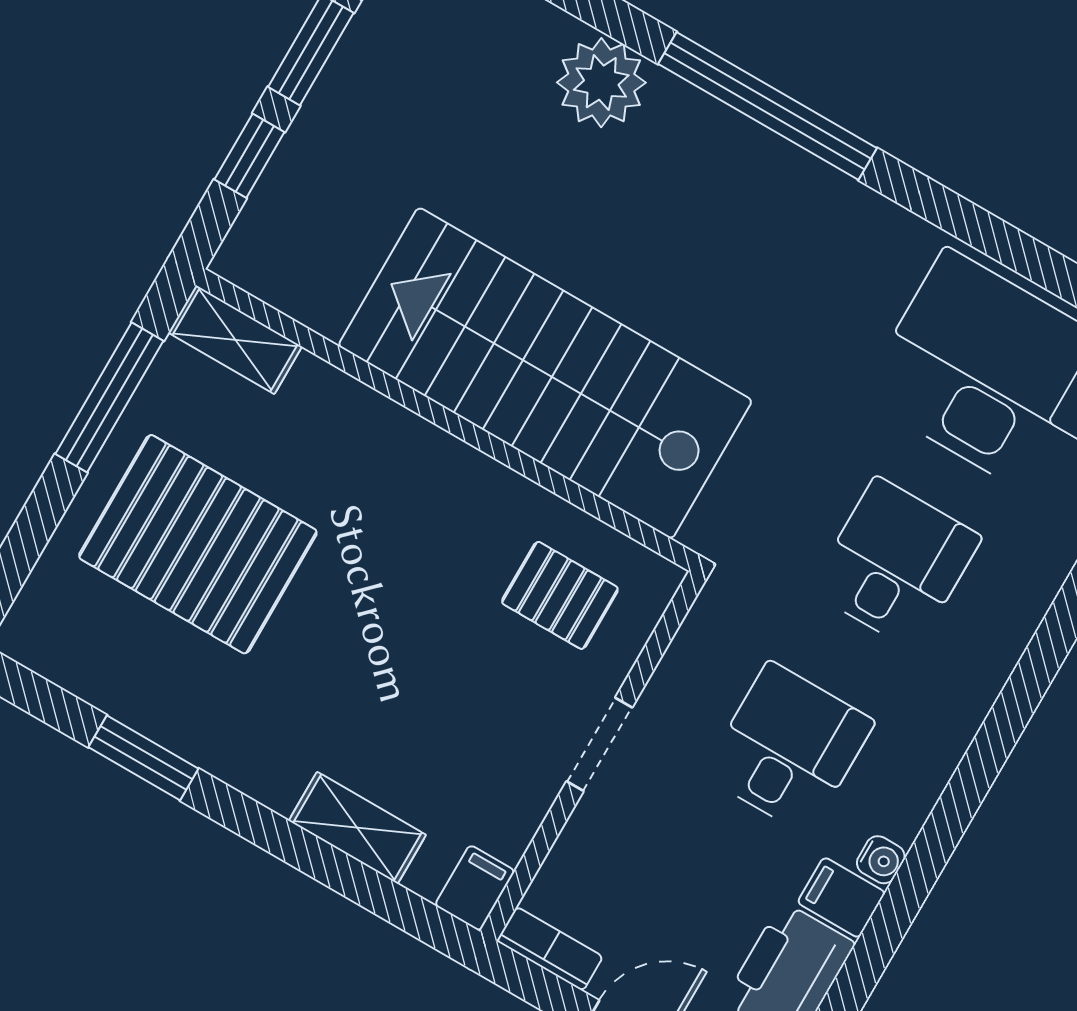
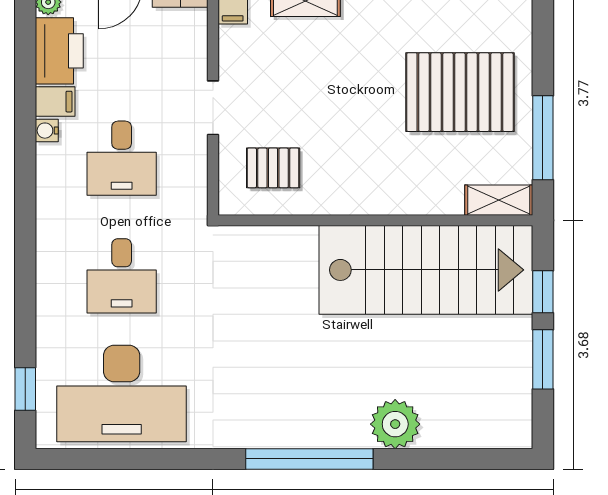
stairs: (545, 373) -> (426, 270), moved

